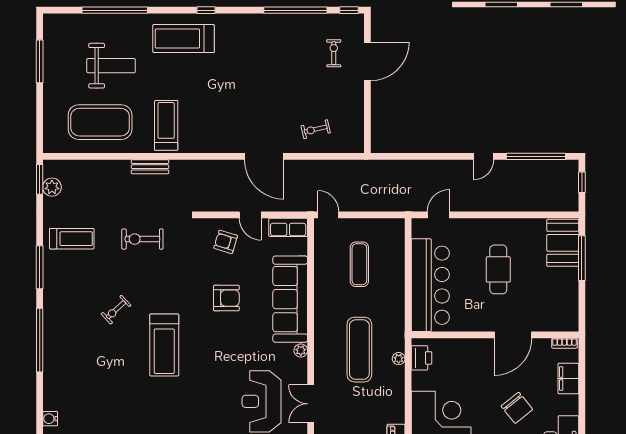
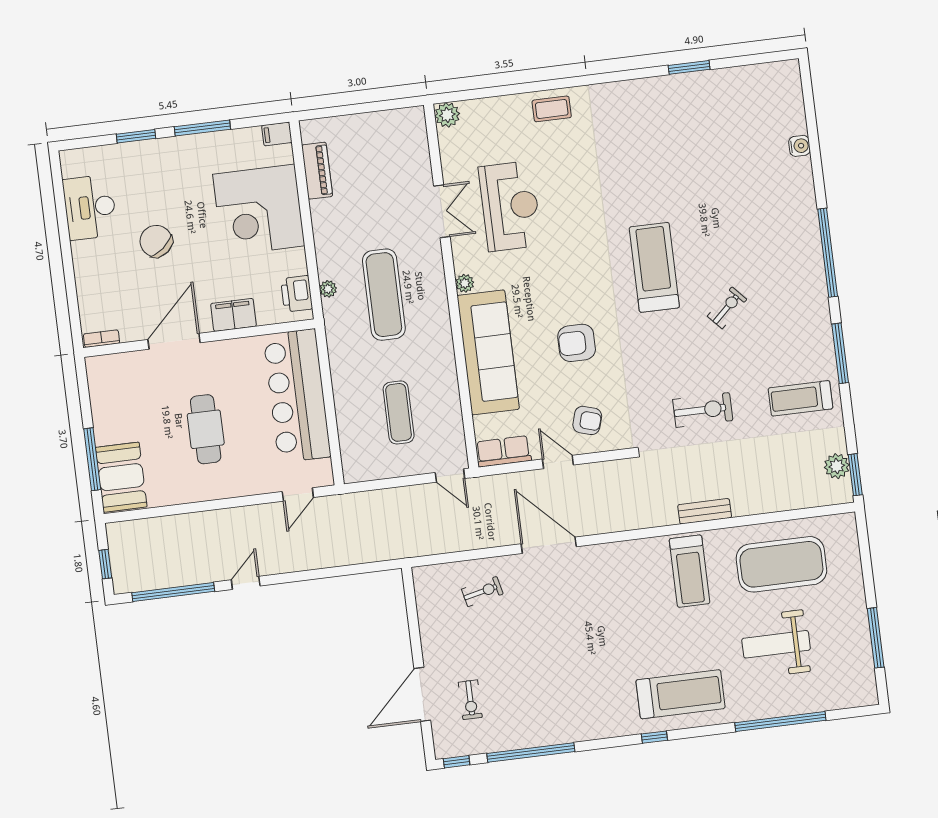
filing cabinet: (568, 378) -> (233, 315), moved, turned -90

